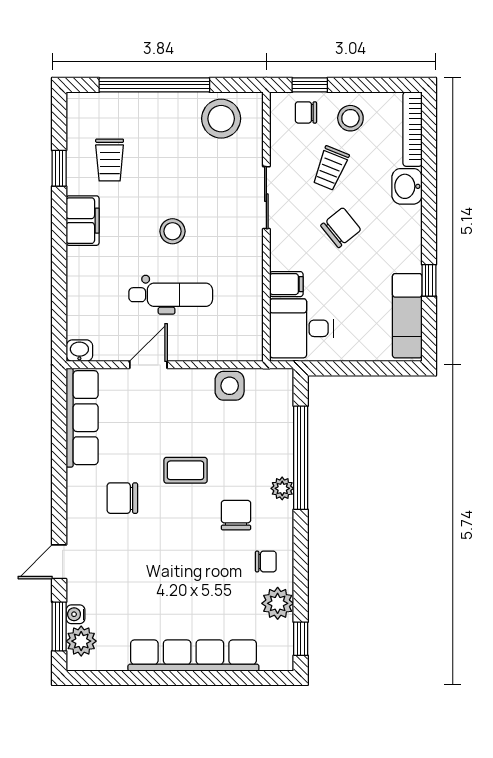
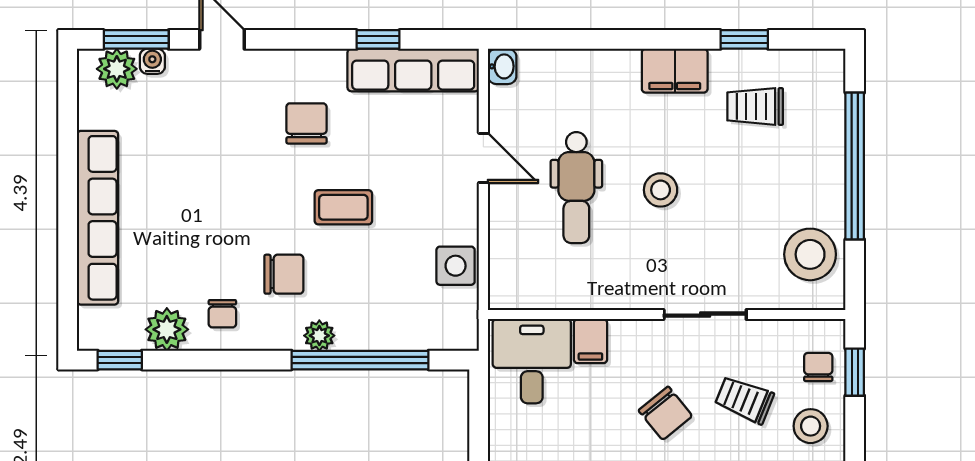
window: (59, 444) -> (378, 39), added
coffee table: (186, 470) -> (343, 207), turned 90

